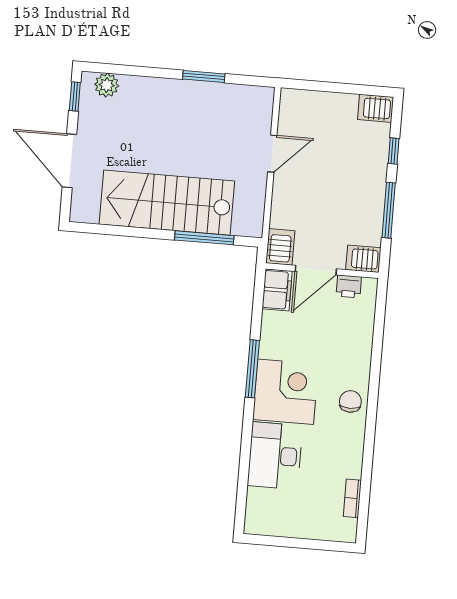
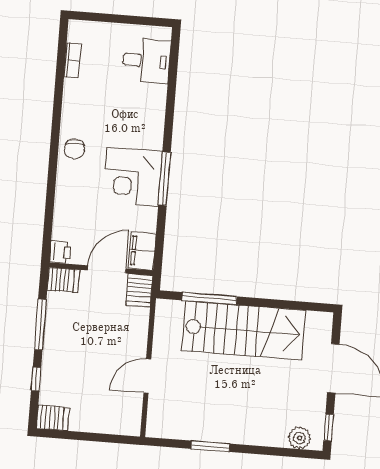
printer: (349, 286) -> (60, 252), moved, turned 90
corner desk: (285, 392) -> (133, 177), moved
desk: (275, 456) -> (146, 61), moved, width x0.73

